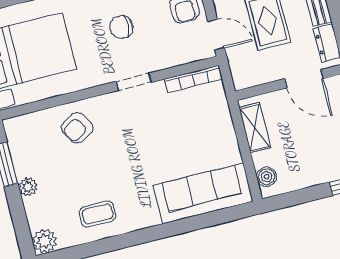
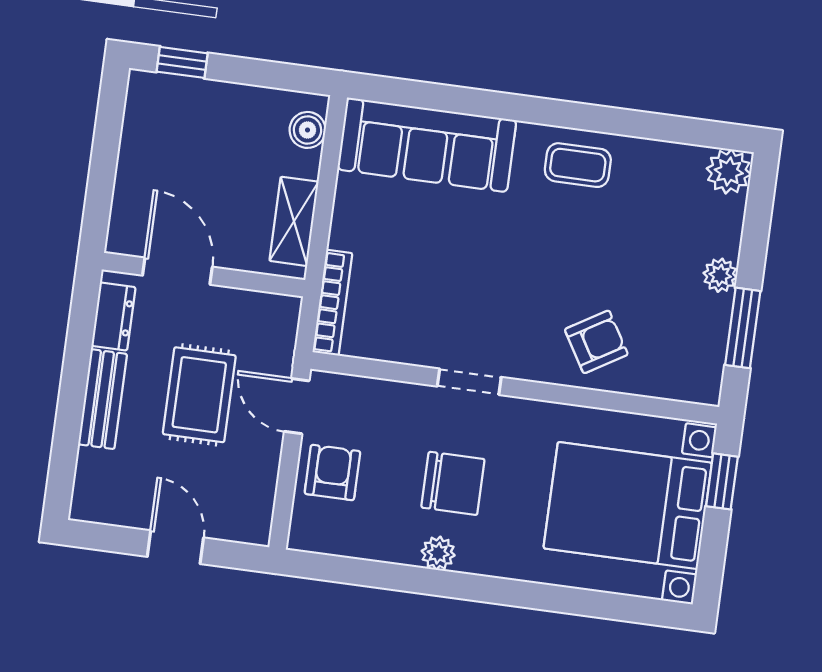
chair: (121, 27) -> (453, 483), width x1.37, depth x1.37
bookcase: (193, 79) -> (332, 303), moved, turned 90
coffee table: (98, 214) -> (578, 165), moved

